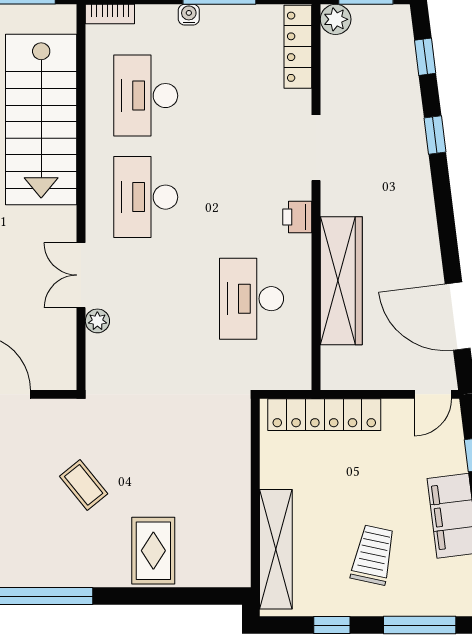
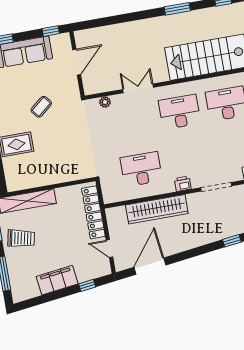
plant: (97, 321) -> (105, 102), moved
door: (433, 394) -> (110, 249), moved
trolley: (373, 555) -> (21, 238), moved

